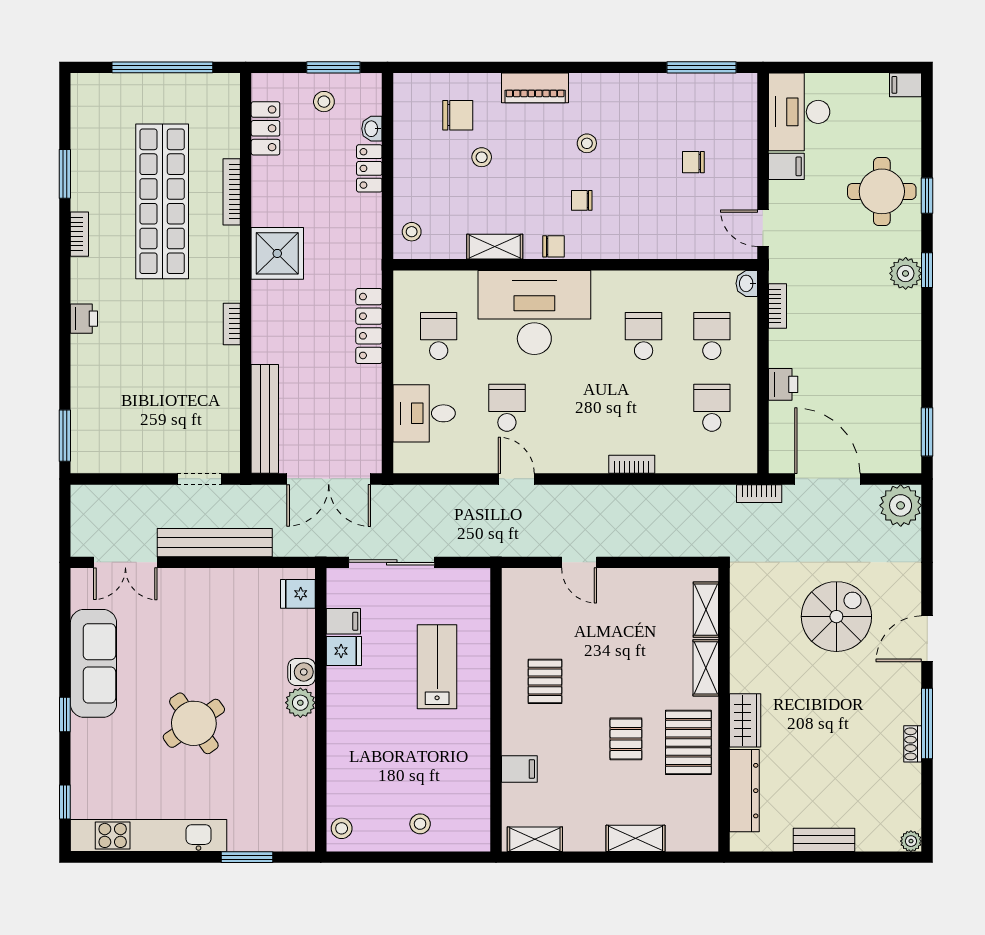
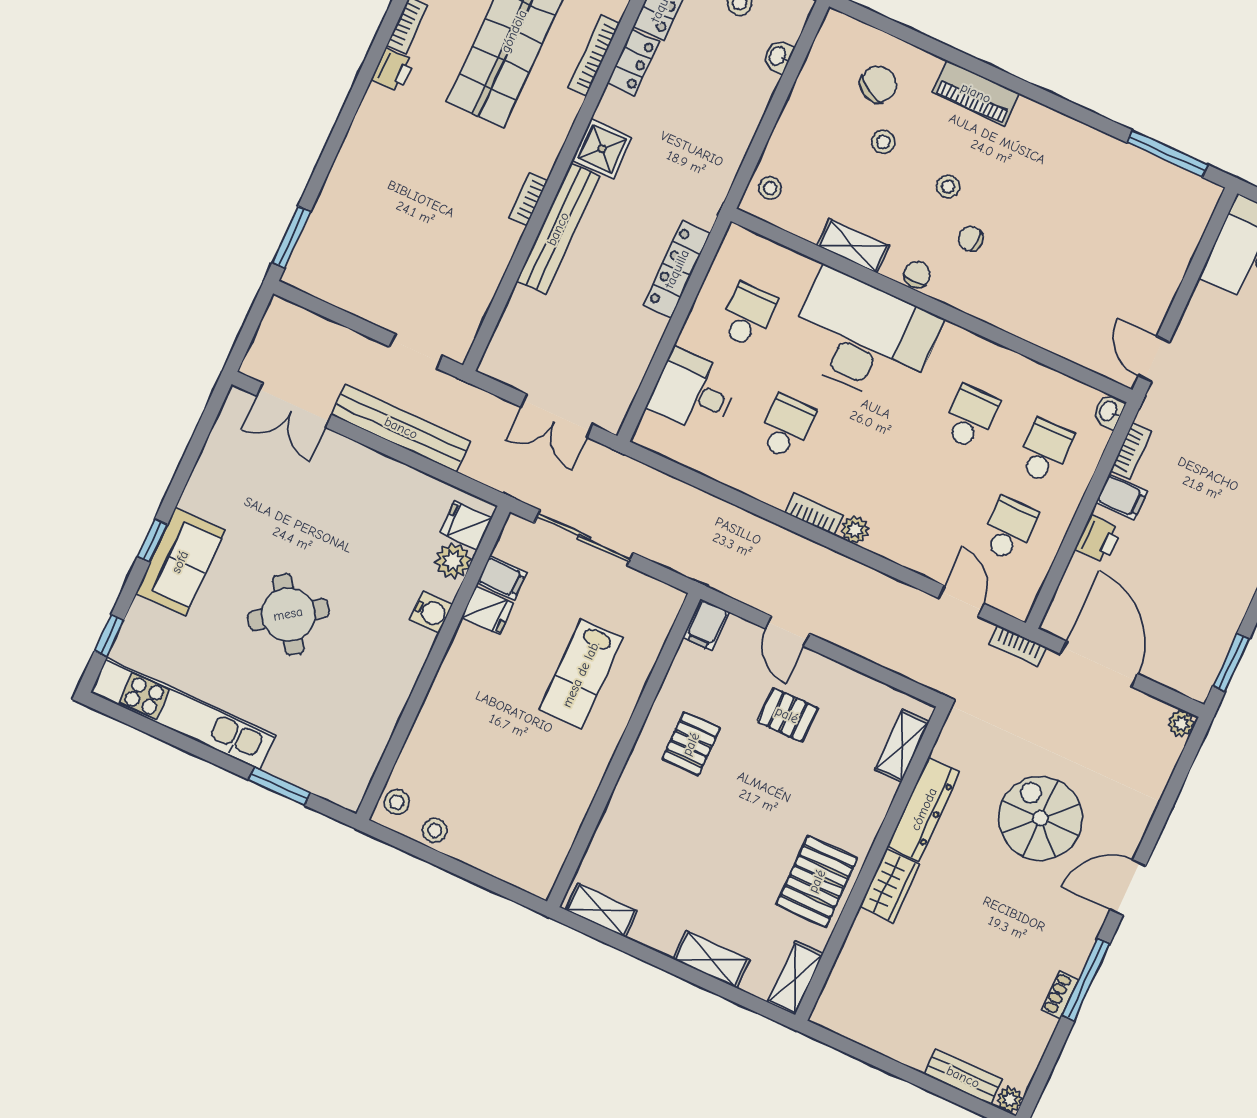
chair: (458, 115) -> (878, 84), turned -60
stool: (587, 143) -> (948, 187), moved
chair: (693, 162) -> (1111, 253), removed
filing cabinet: (786, 166) -> (1122, 497), moved
locker: (369, 168) -> (633, 62), moved, turned 180
chair: (554, 246) -> (917, 275), turned -90
shower: (277, 253) -> (602, 149), width x0.73, depth x0.73
printer: (84, 319) -> (393, 70), moved
bench: (265, 419) -> (558, 229), moved
plant: (595, 462) -> (855, 530), added
bookcase: (632, 464) -> (814, 514), moved
double door: (329, 479) -> (557, 416), width x0.73
door: (516, 479) -> (961, 601), moved
plant: (901, 505) -> (1181, 724), width x0.53, depth x0.53
spiral stairs: (836, 617) -> (1040, 818), turned -90
sofa: (93, 663) -> (180, 562), moved, width x0.73
lab bench: (437, 667) -> (581, 674), turned 180
shelving: (706, 668) -> (795, 978), moved
plant: (300, 703) -> (453, 561), moved
pallet: (626, 739) -> (787, 715), moved, turned 90
filing cabinet: (519, 769) -> (706, 625), moved, turned 90
dresser: (744, 791) -> (924, 809), moved
stool: (420, 824) -> (435, 830), moved
bench: (824, 840) -> (963, 1077), moved

